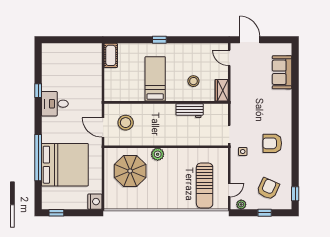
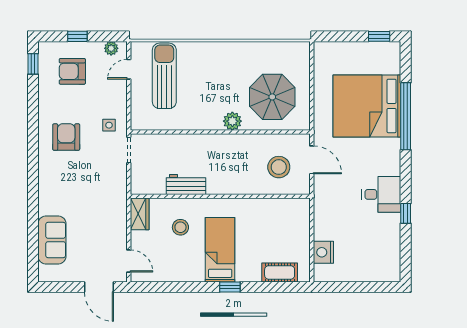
cot: (111, 55) -> (280, 272), moved, turned 90
bed: (155, 79) -> (220, 250), moved, turned 180
armchair: (272, 143) -> (66, 137), turned -90
armchair: (268, 189) -> (72, 71), turned 66
nightstand: (95, 202) -> (323, 252), moved

